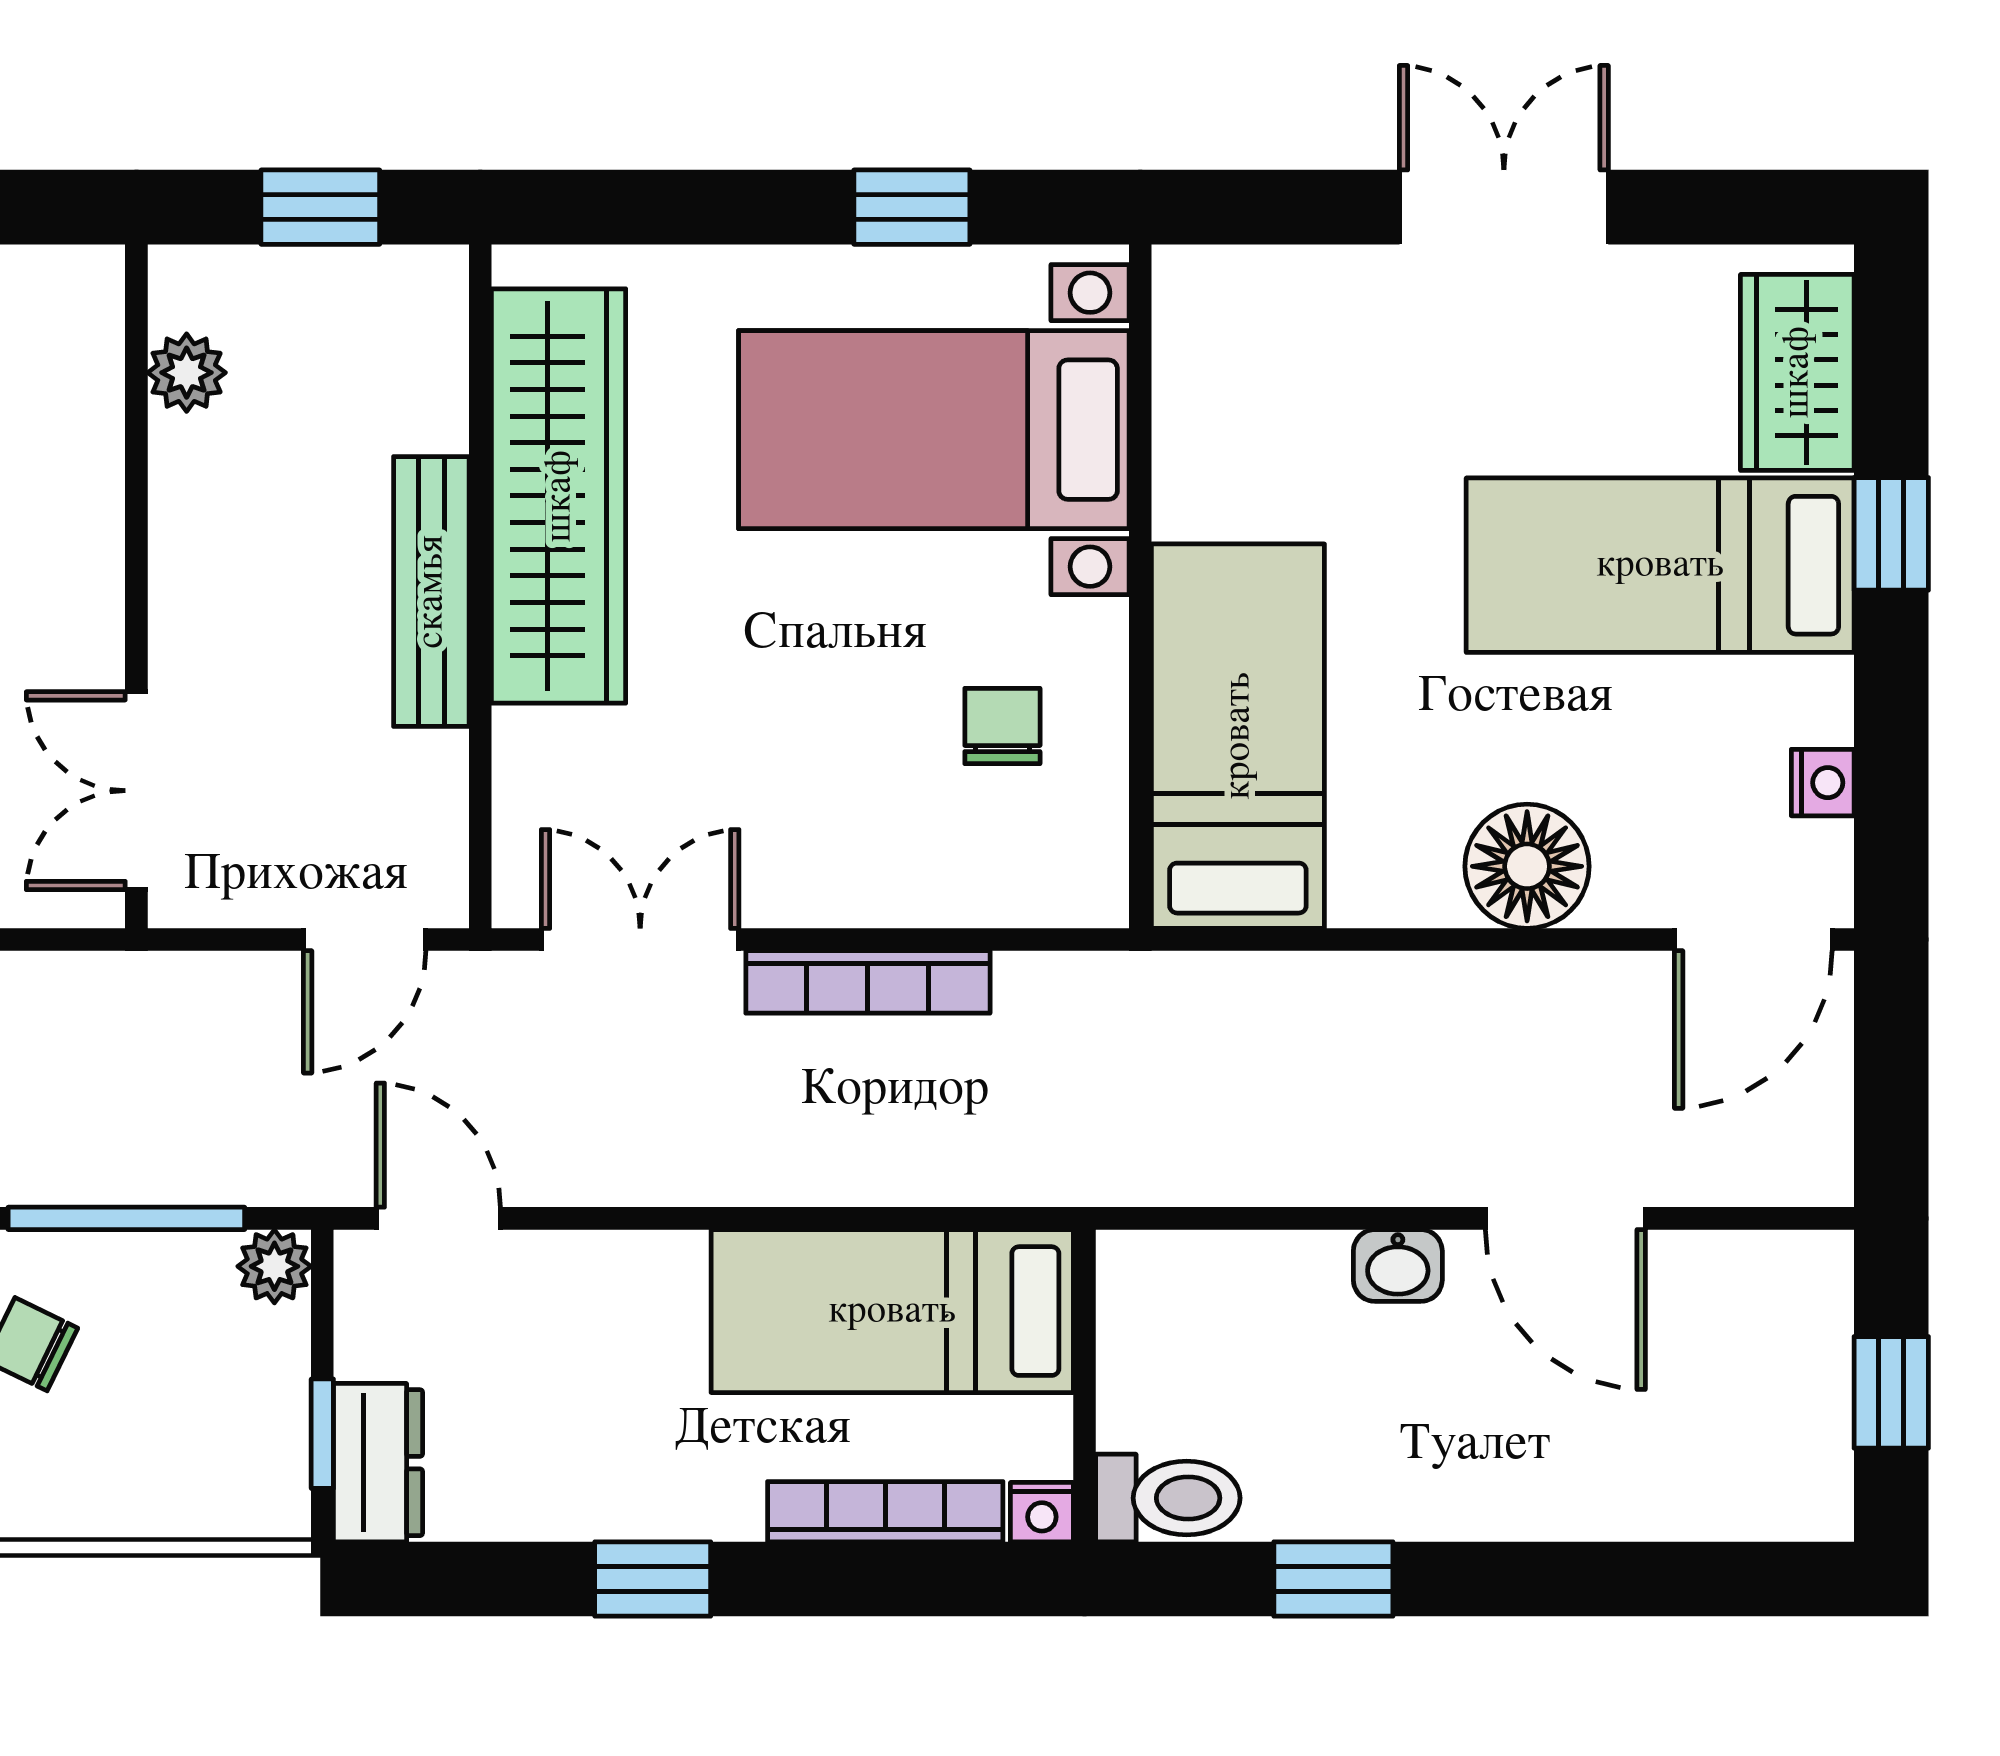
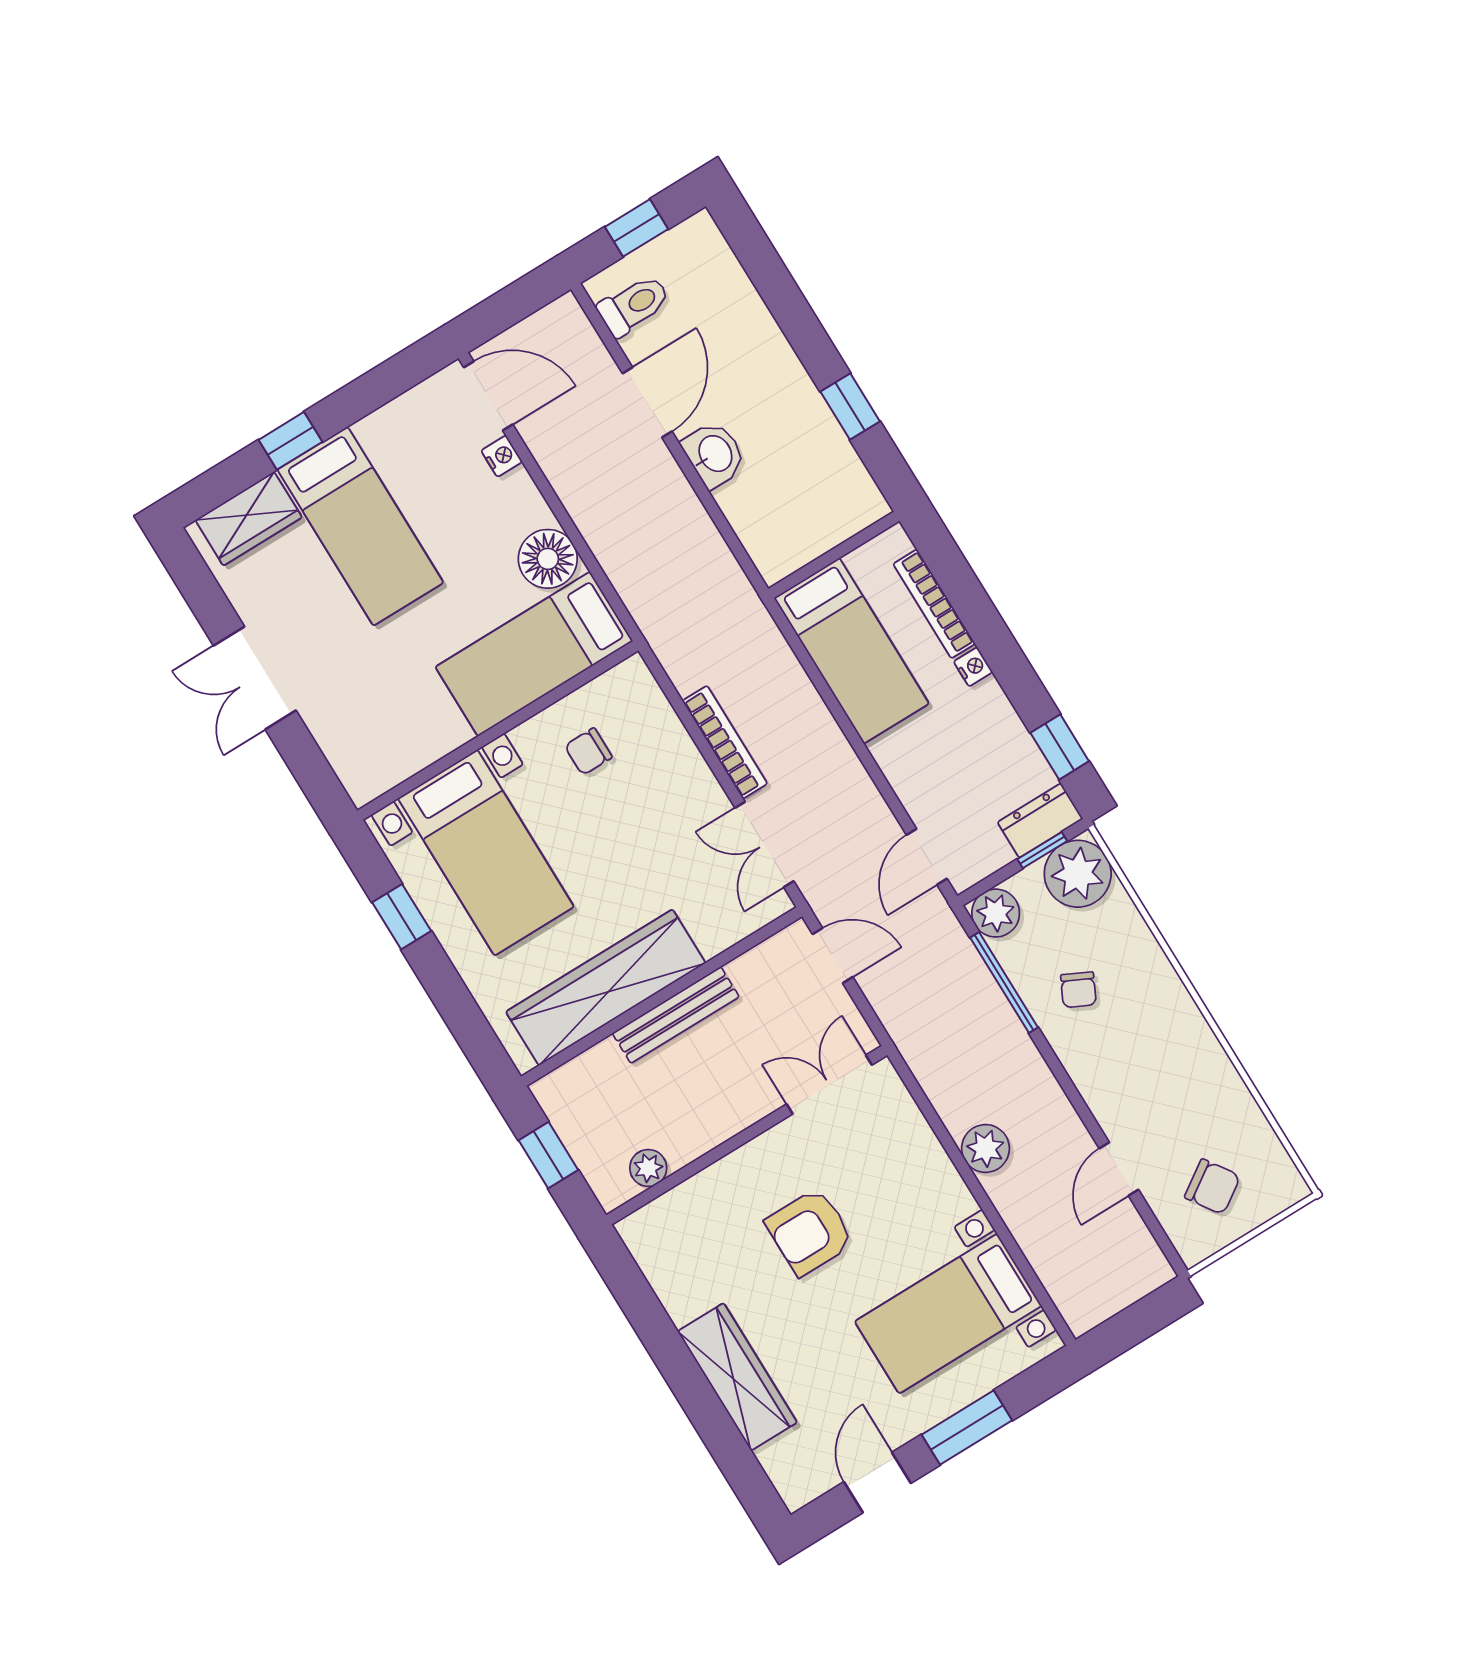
nightstand: (1823, 783) -> (502, 456), moved, turned 90
double door: (136, 791) -> (829, 1085), swing flipped
floor lamp: (1527, 866) -> (548, 559), moved
washbasin: (1398, 1265) -> (714, 454), width x1.38, depth x1.45
plant: (274, 1266) -> (996, 913), width x1.38, depth x1.38
plant: (241, 1471) -> (1078, 874), added
toilet: (1168, 1498) -> (634, 305), moved, turned 90
nightstand: (1042, 1512) -> (973, 667), moved
window: (653, 1579) -> (1060, 747), moved

